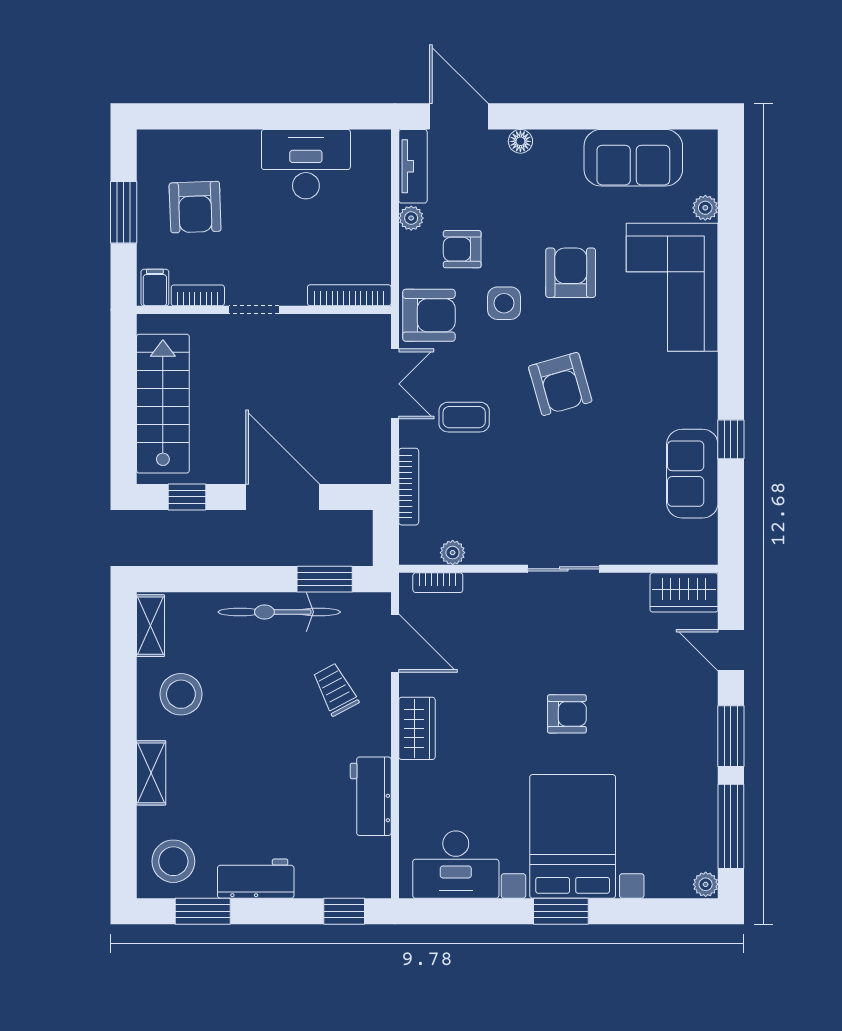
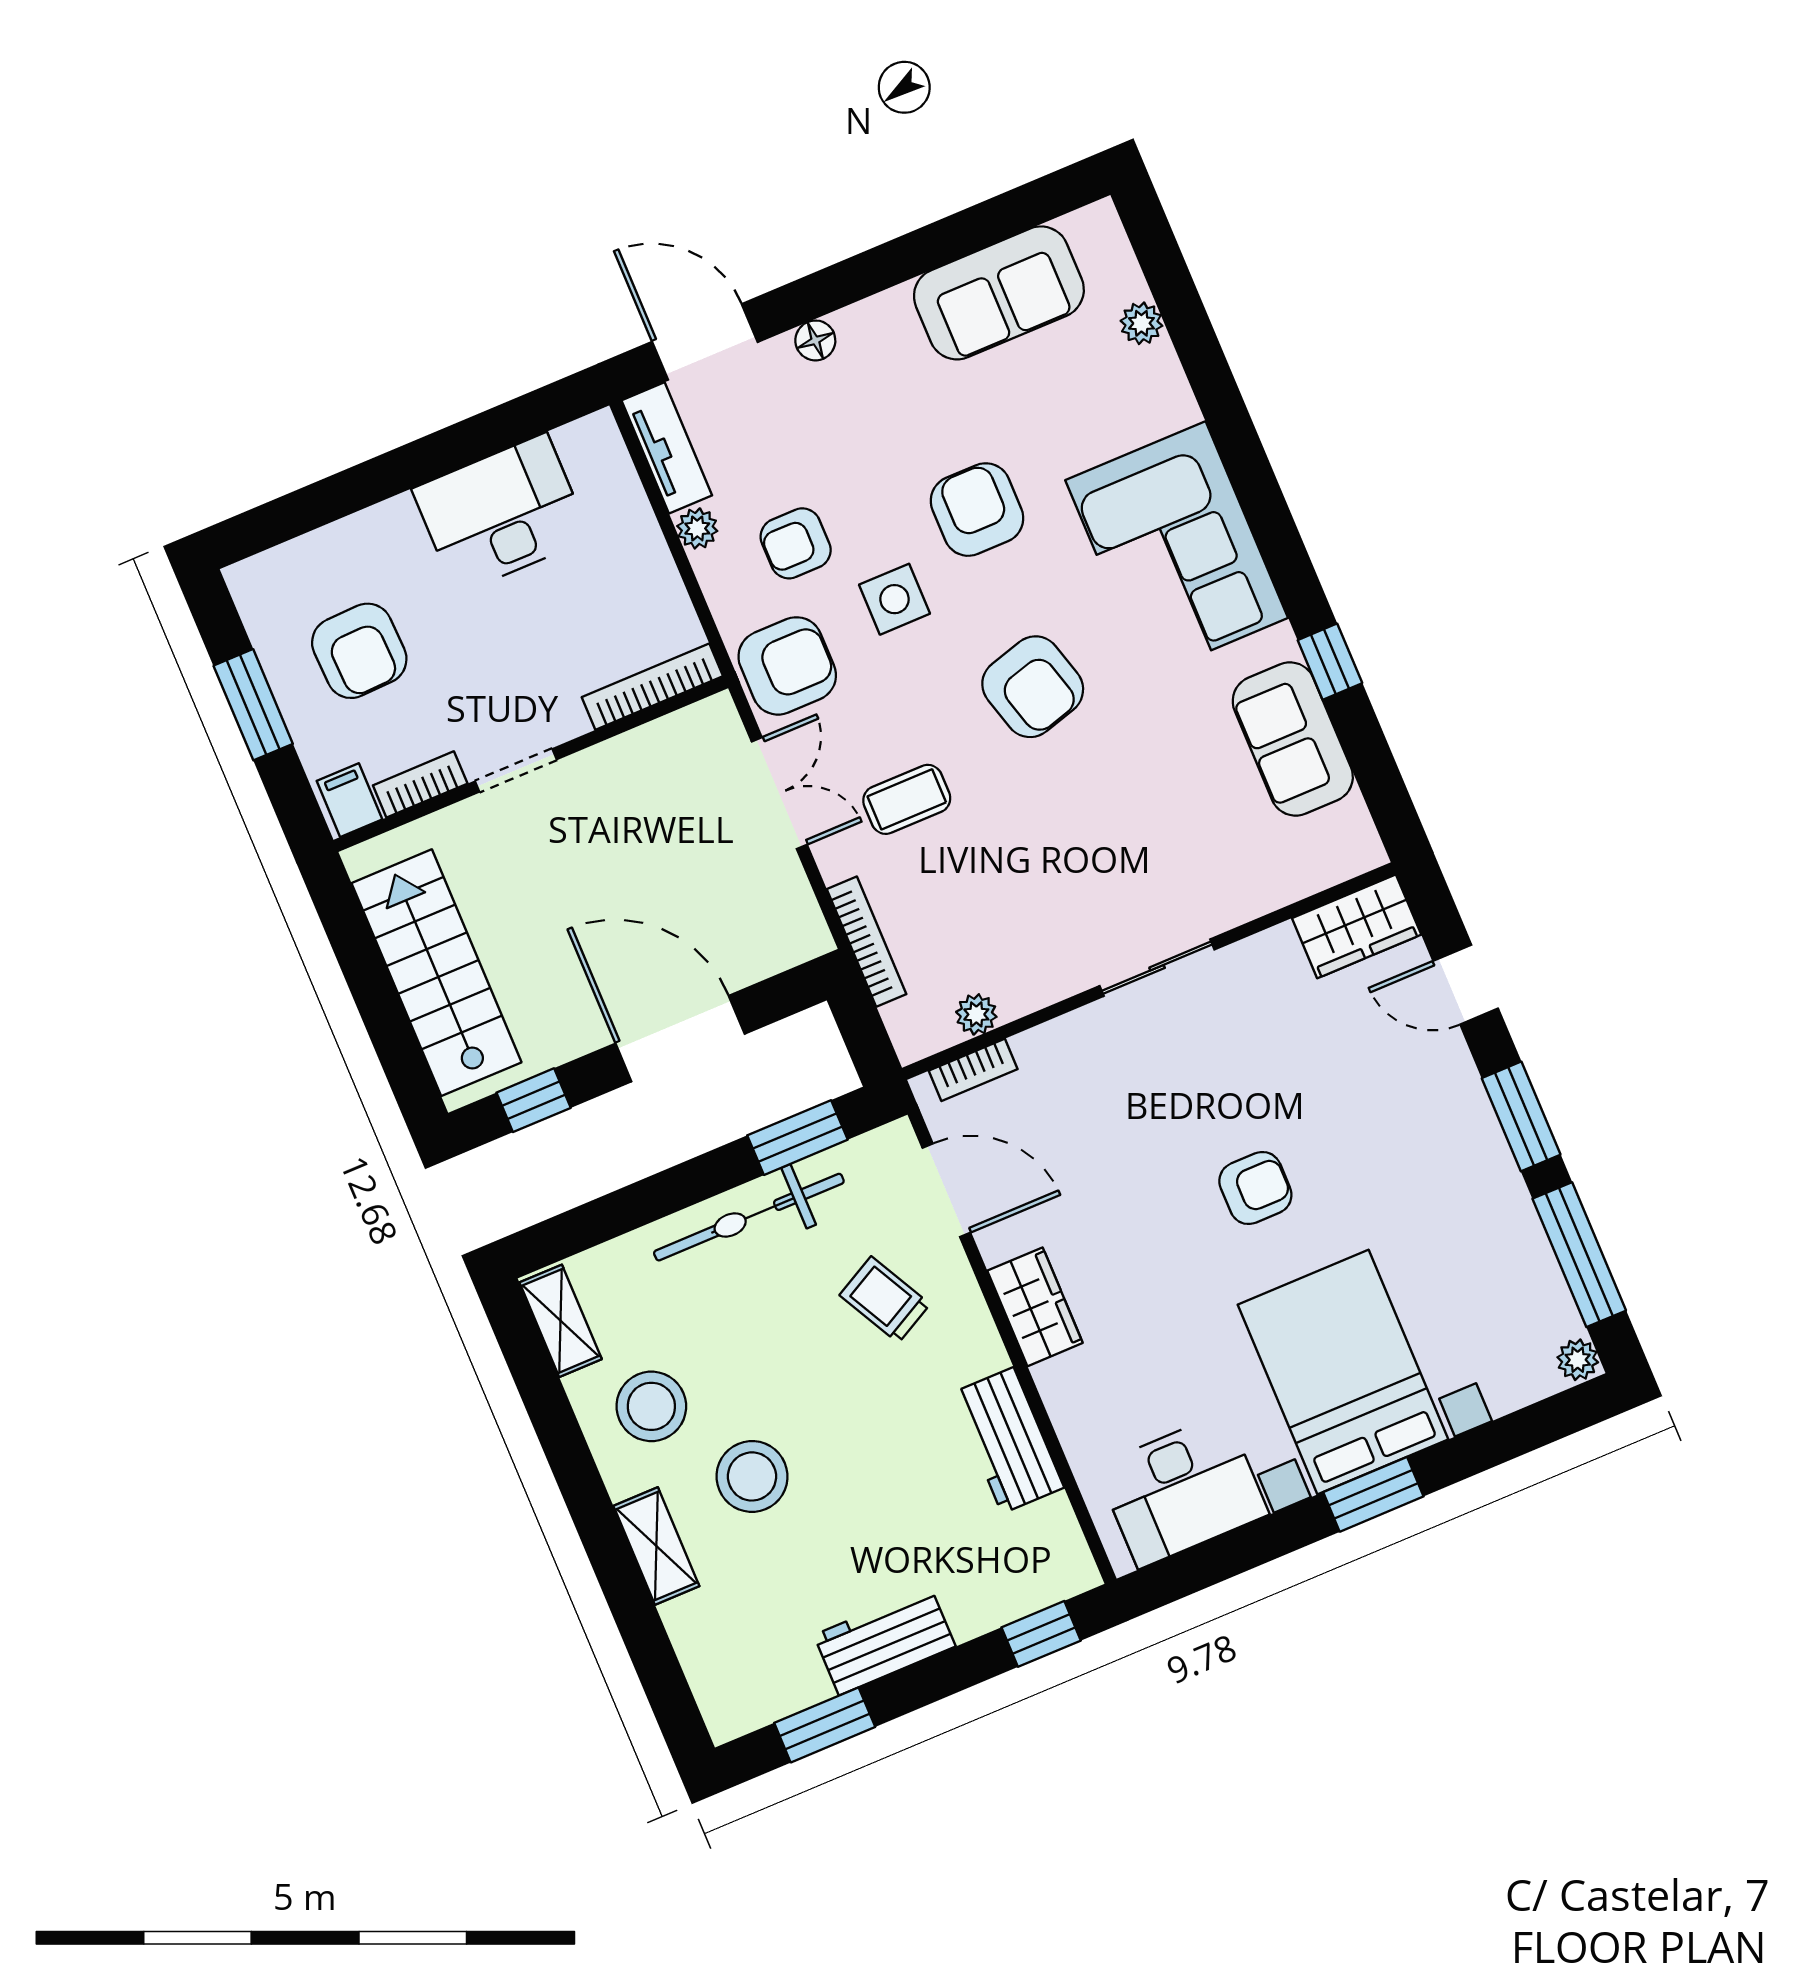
corner sofa: (672, 287) -> (1177, 549), moved
stool: (173, 861) -> (752, 1476), moved

